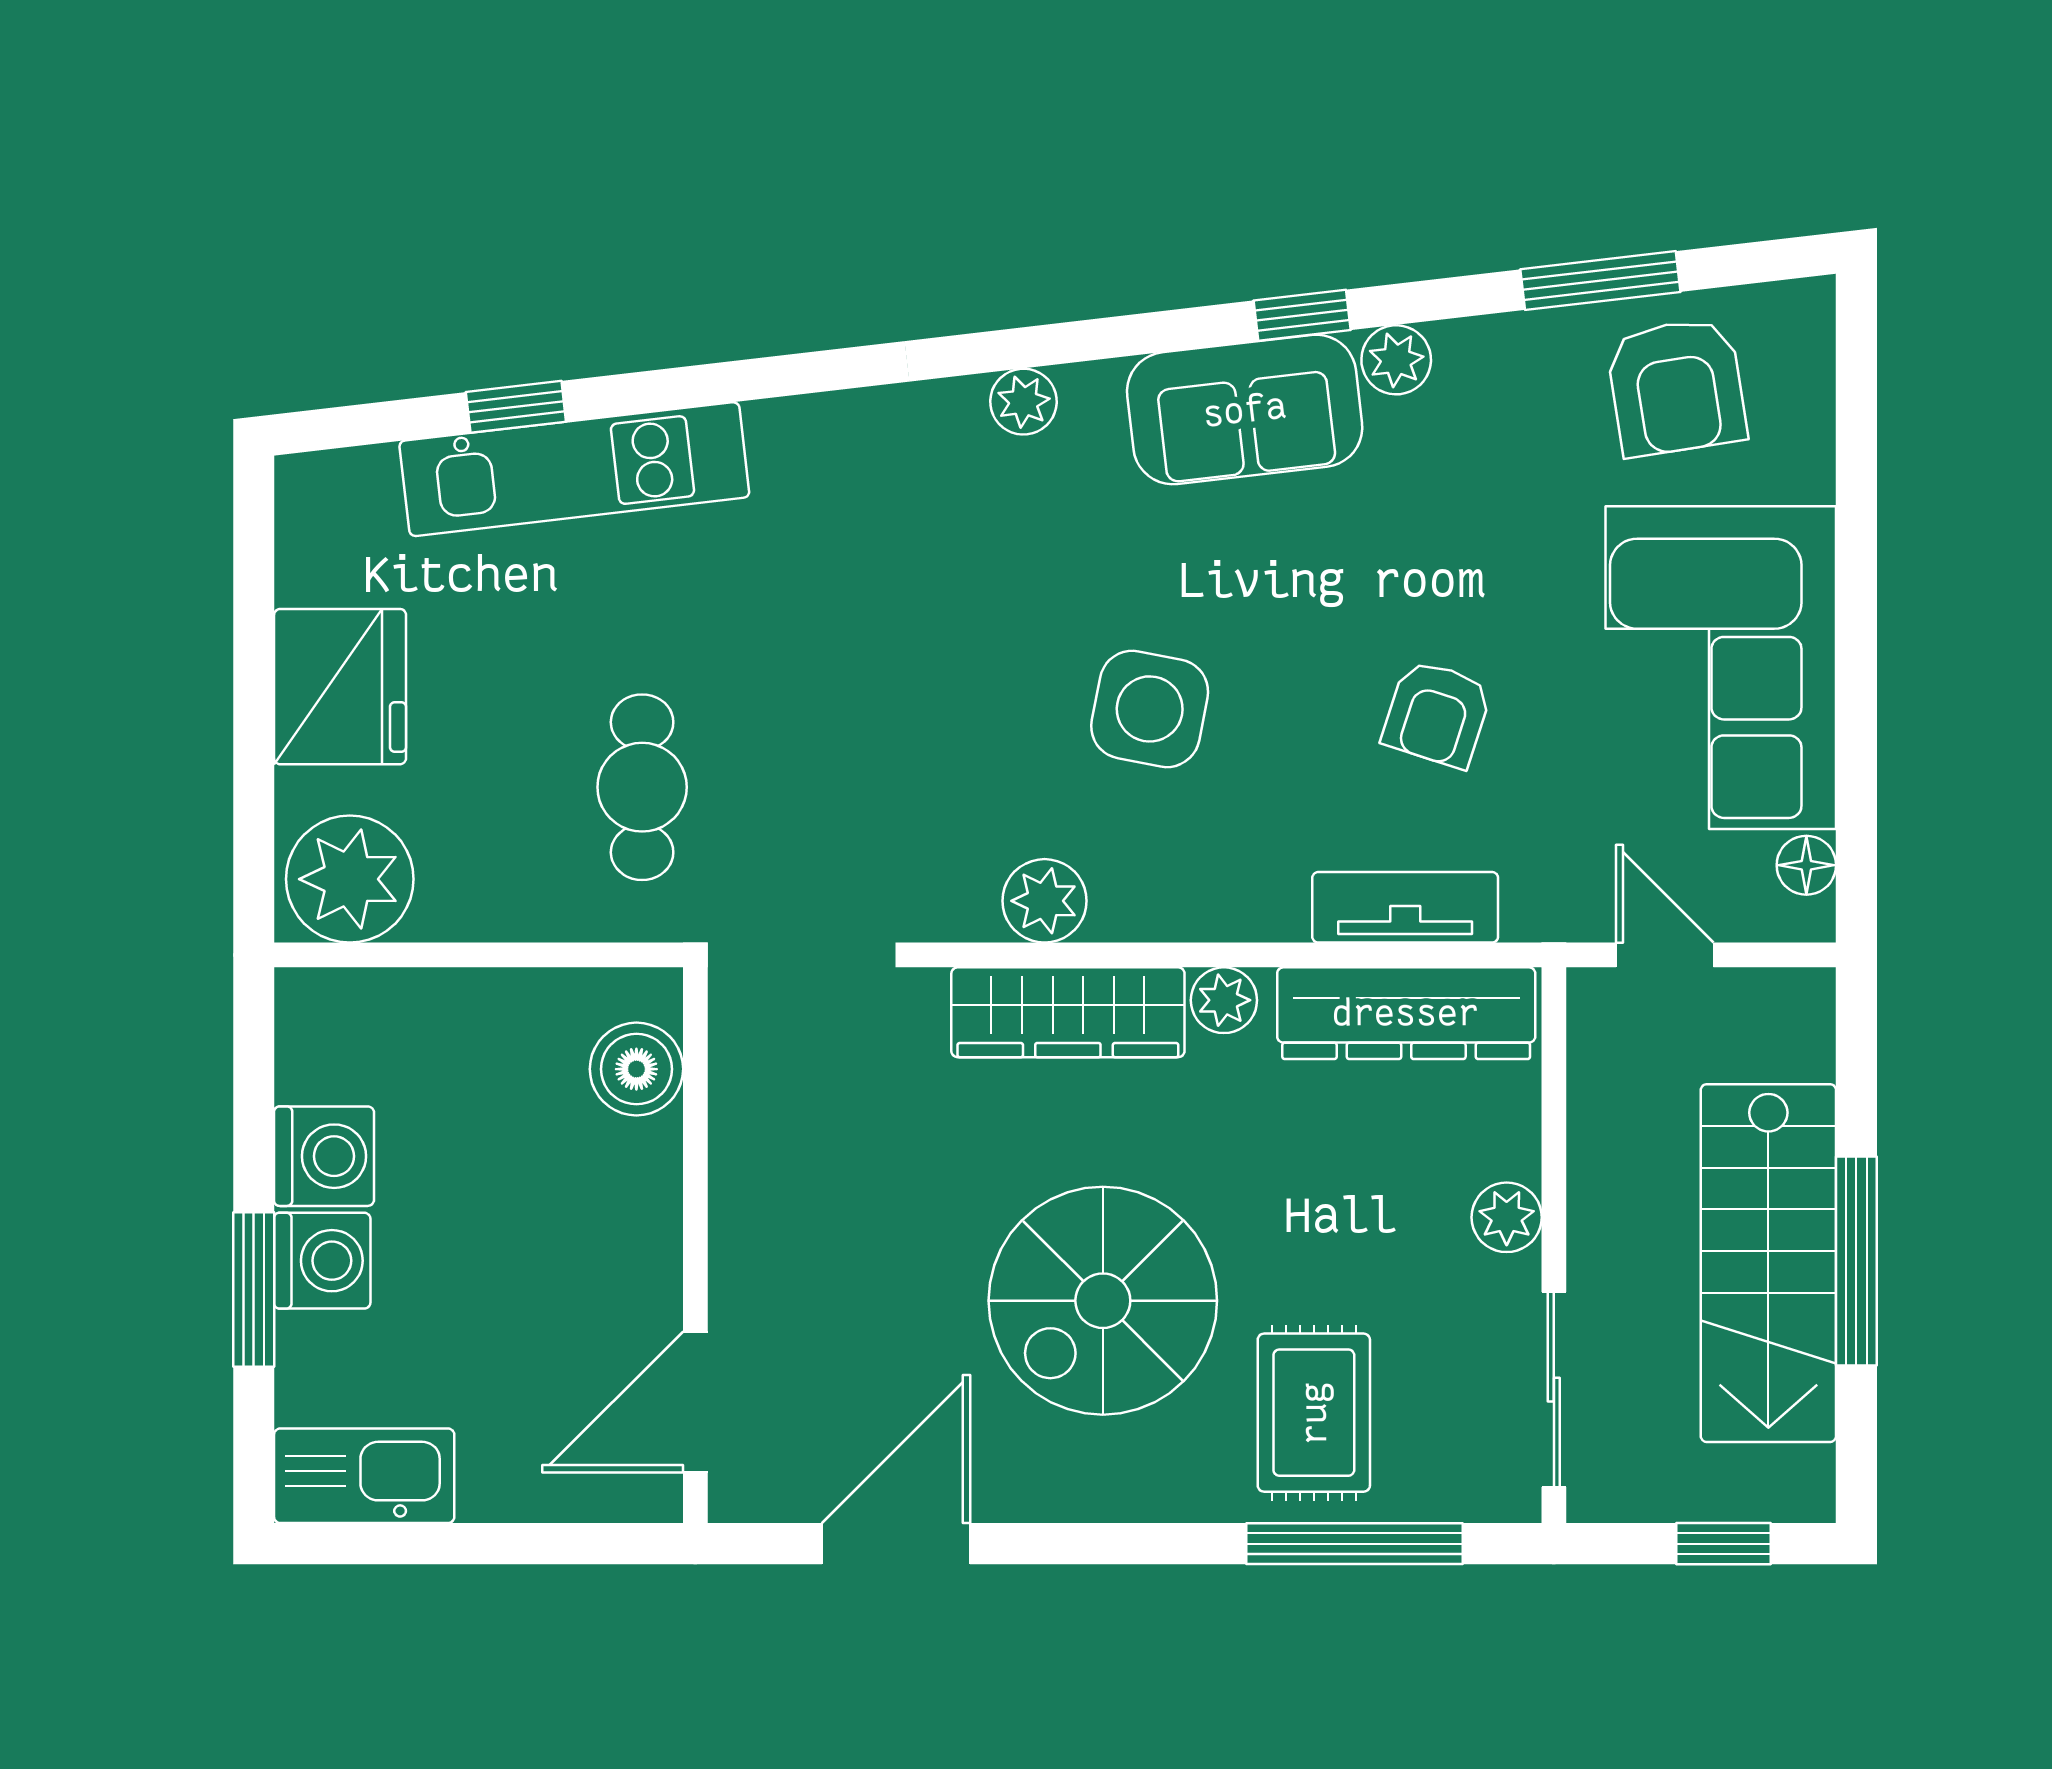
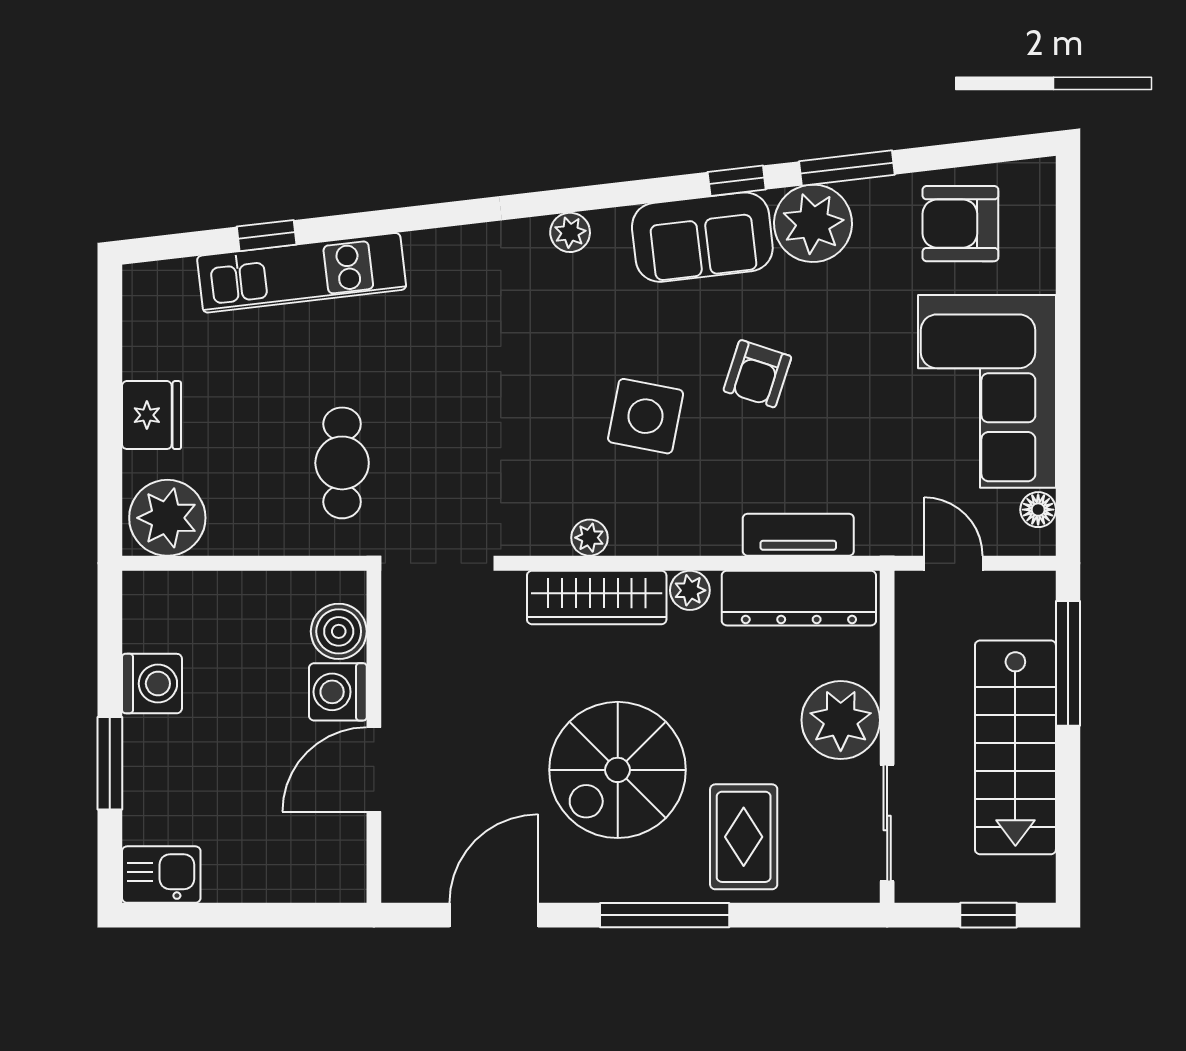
window: (1600, 281) -> (847, 168), moved
plant: (1396, 360) -> (813, 223), width x1.88, depth x1.88
armchair: (1676, 387) -> (960, 224), turned 99
fridge: (340, 687) -> (152, 415), width x0.73, depth x0.75
armchair: (1437, 714) -> (757, 374), moved
plant: (1045, 901) -> (589, 538), width x0.73, depth x0.73
plant: (1507, 1217) -> (841, 720), width x1.87, depth x1.87
washing machine: (322, 1261) -> (338, 692), moved, turned 180
window: (1856, 1261) -> (1068, 663), moved
door: (695, 1402) -> (374, 770), moved
kitchen sink: (364, 1476) -> (161, 875), width x0.73
window: (1355, 1544) -> (665, 915), moved

